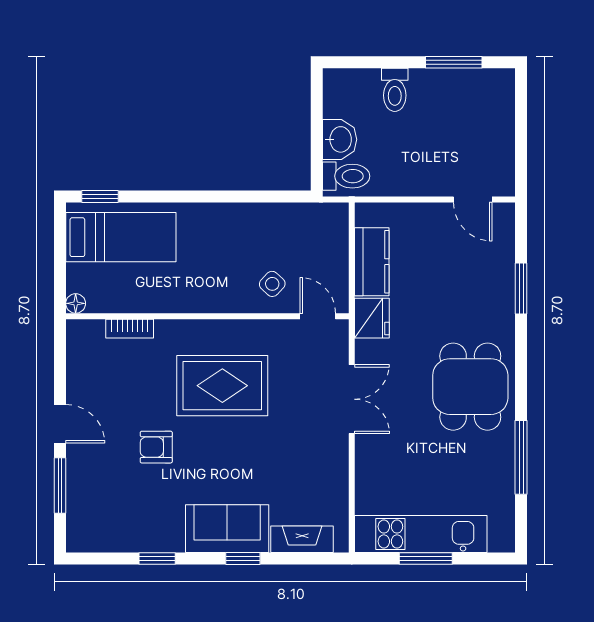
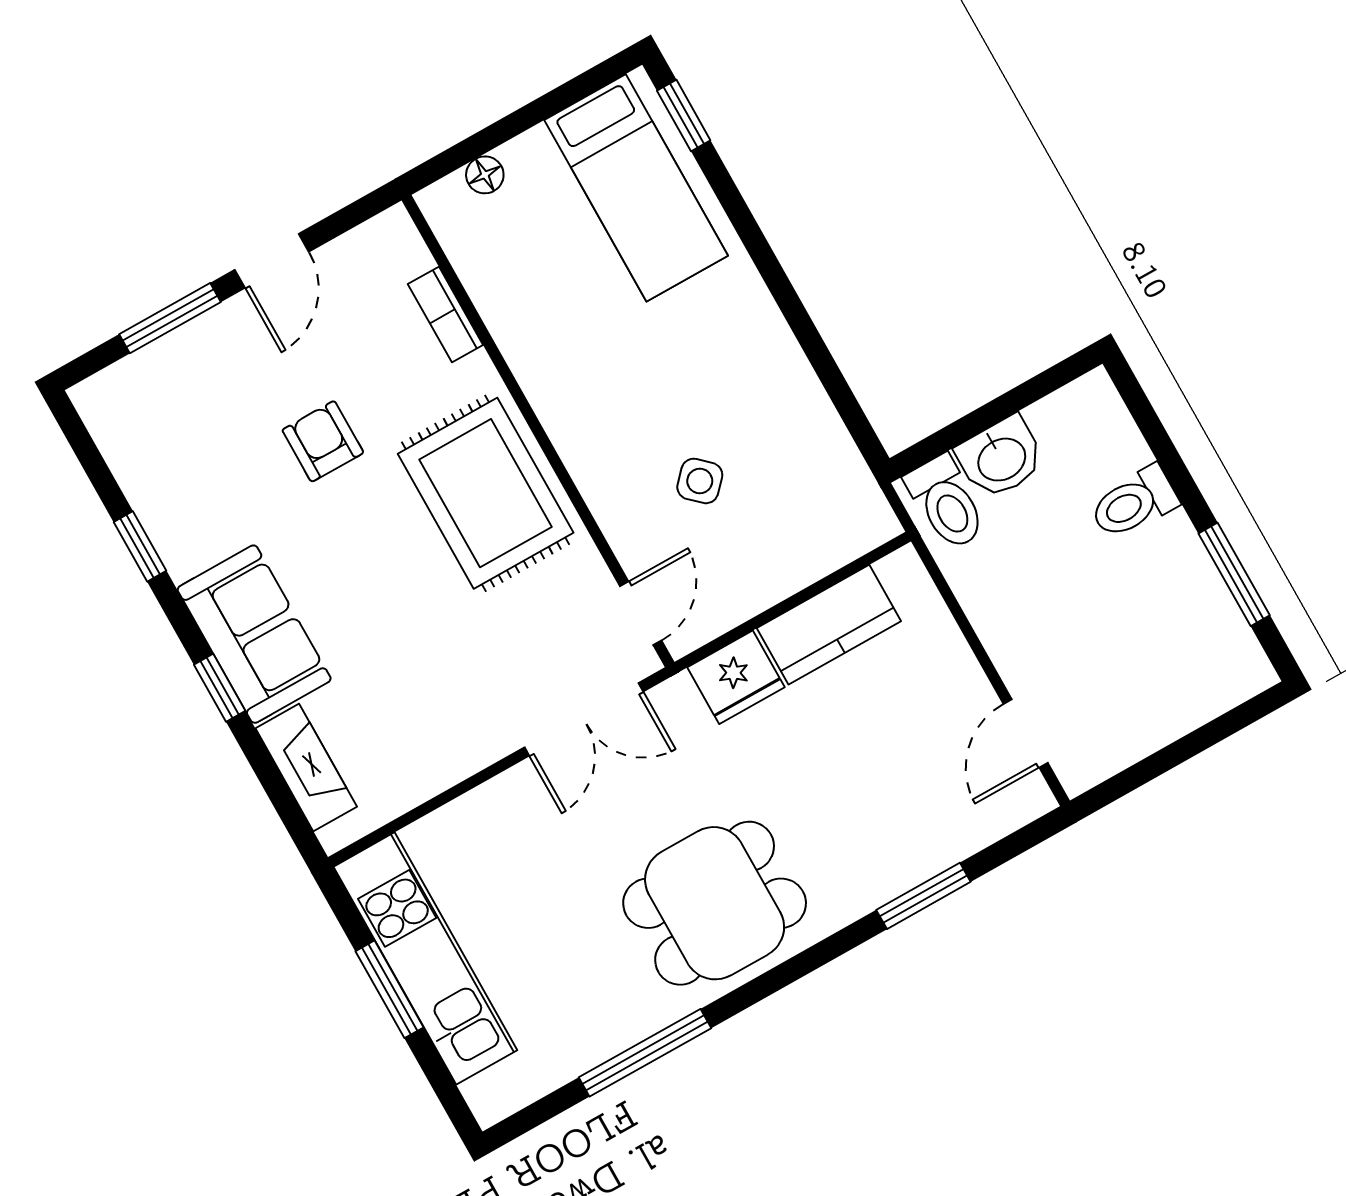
wall: (207, 316) -> (538, 431), moved
door: (318, 316) -> (641, 613), moved
bookcase: (130, 329) -> (445, 314), moved

